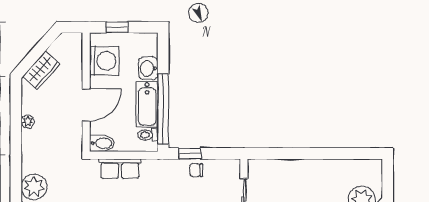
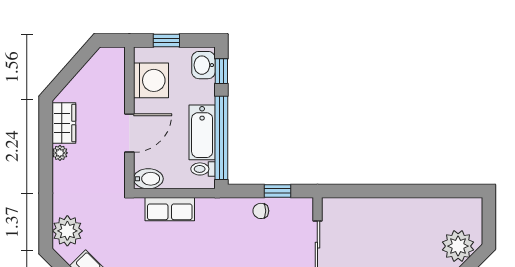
window: (163, 53) -> (221, 71), added
washbasin: (148, 68) -> (203, 65), moved
wardrobe: (41, 70) -> (64, 123), moved, turned -41
window: (190, 153) -> (277, 191), moved

